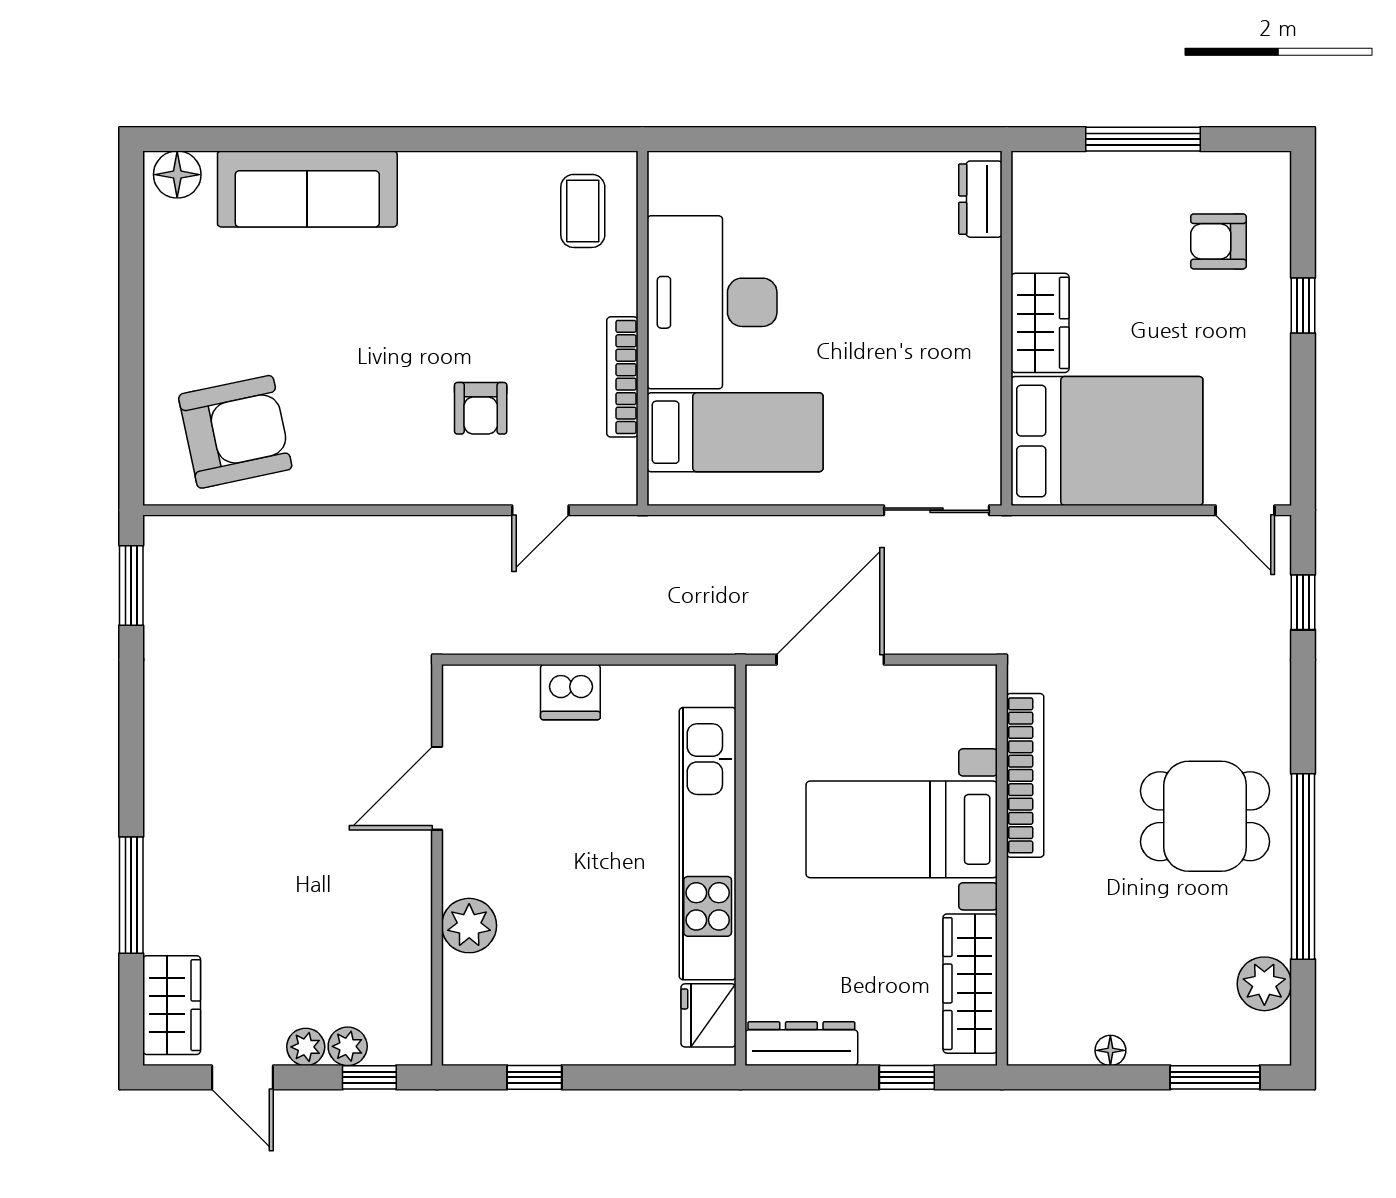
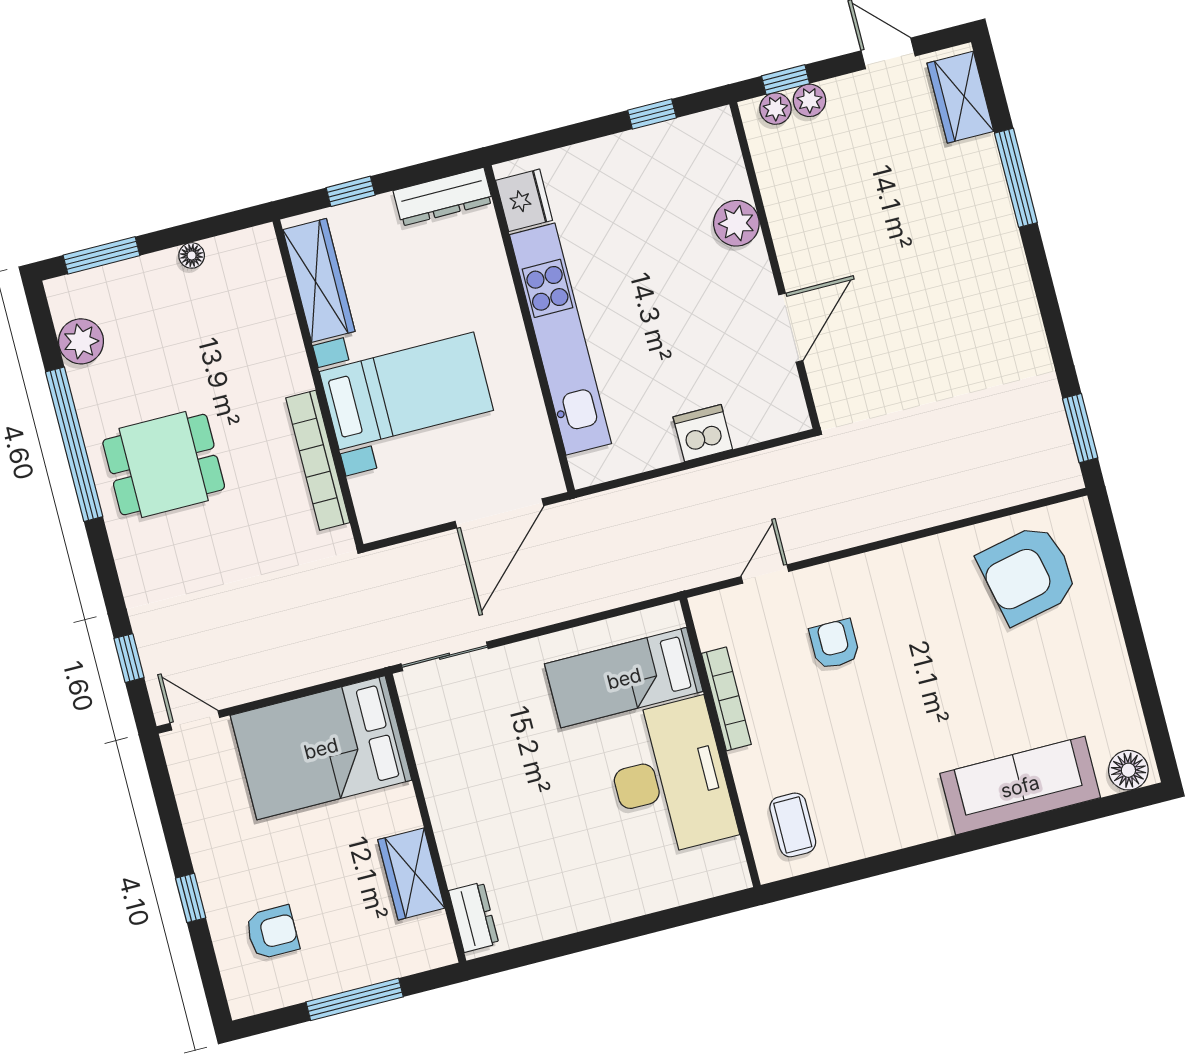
wardrobe: (1040, 323) -> (411, 874), moved
plant: (306, 1047) -> (775, 109), moved

